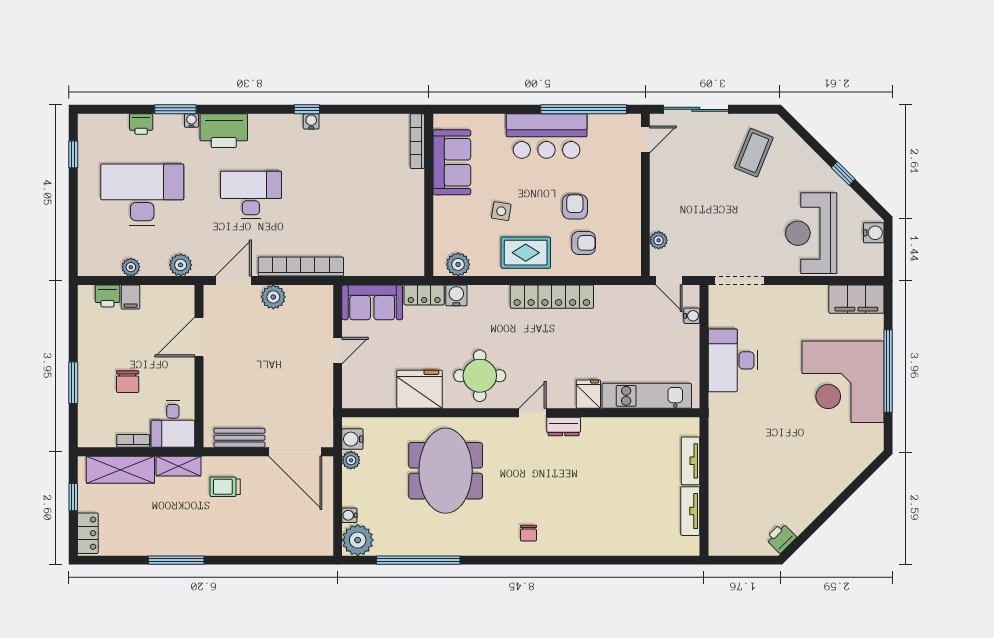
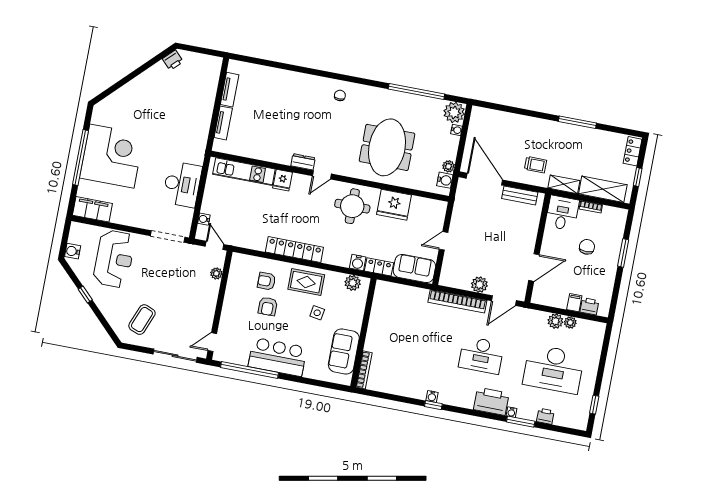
plant: (181, 265) -> (555, 321), moved

